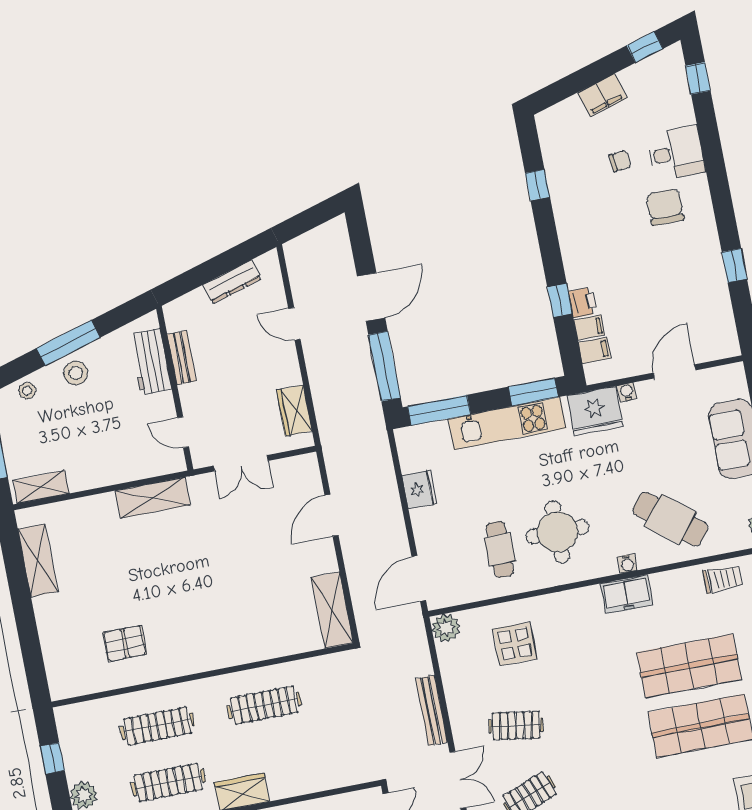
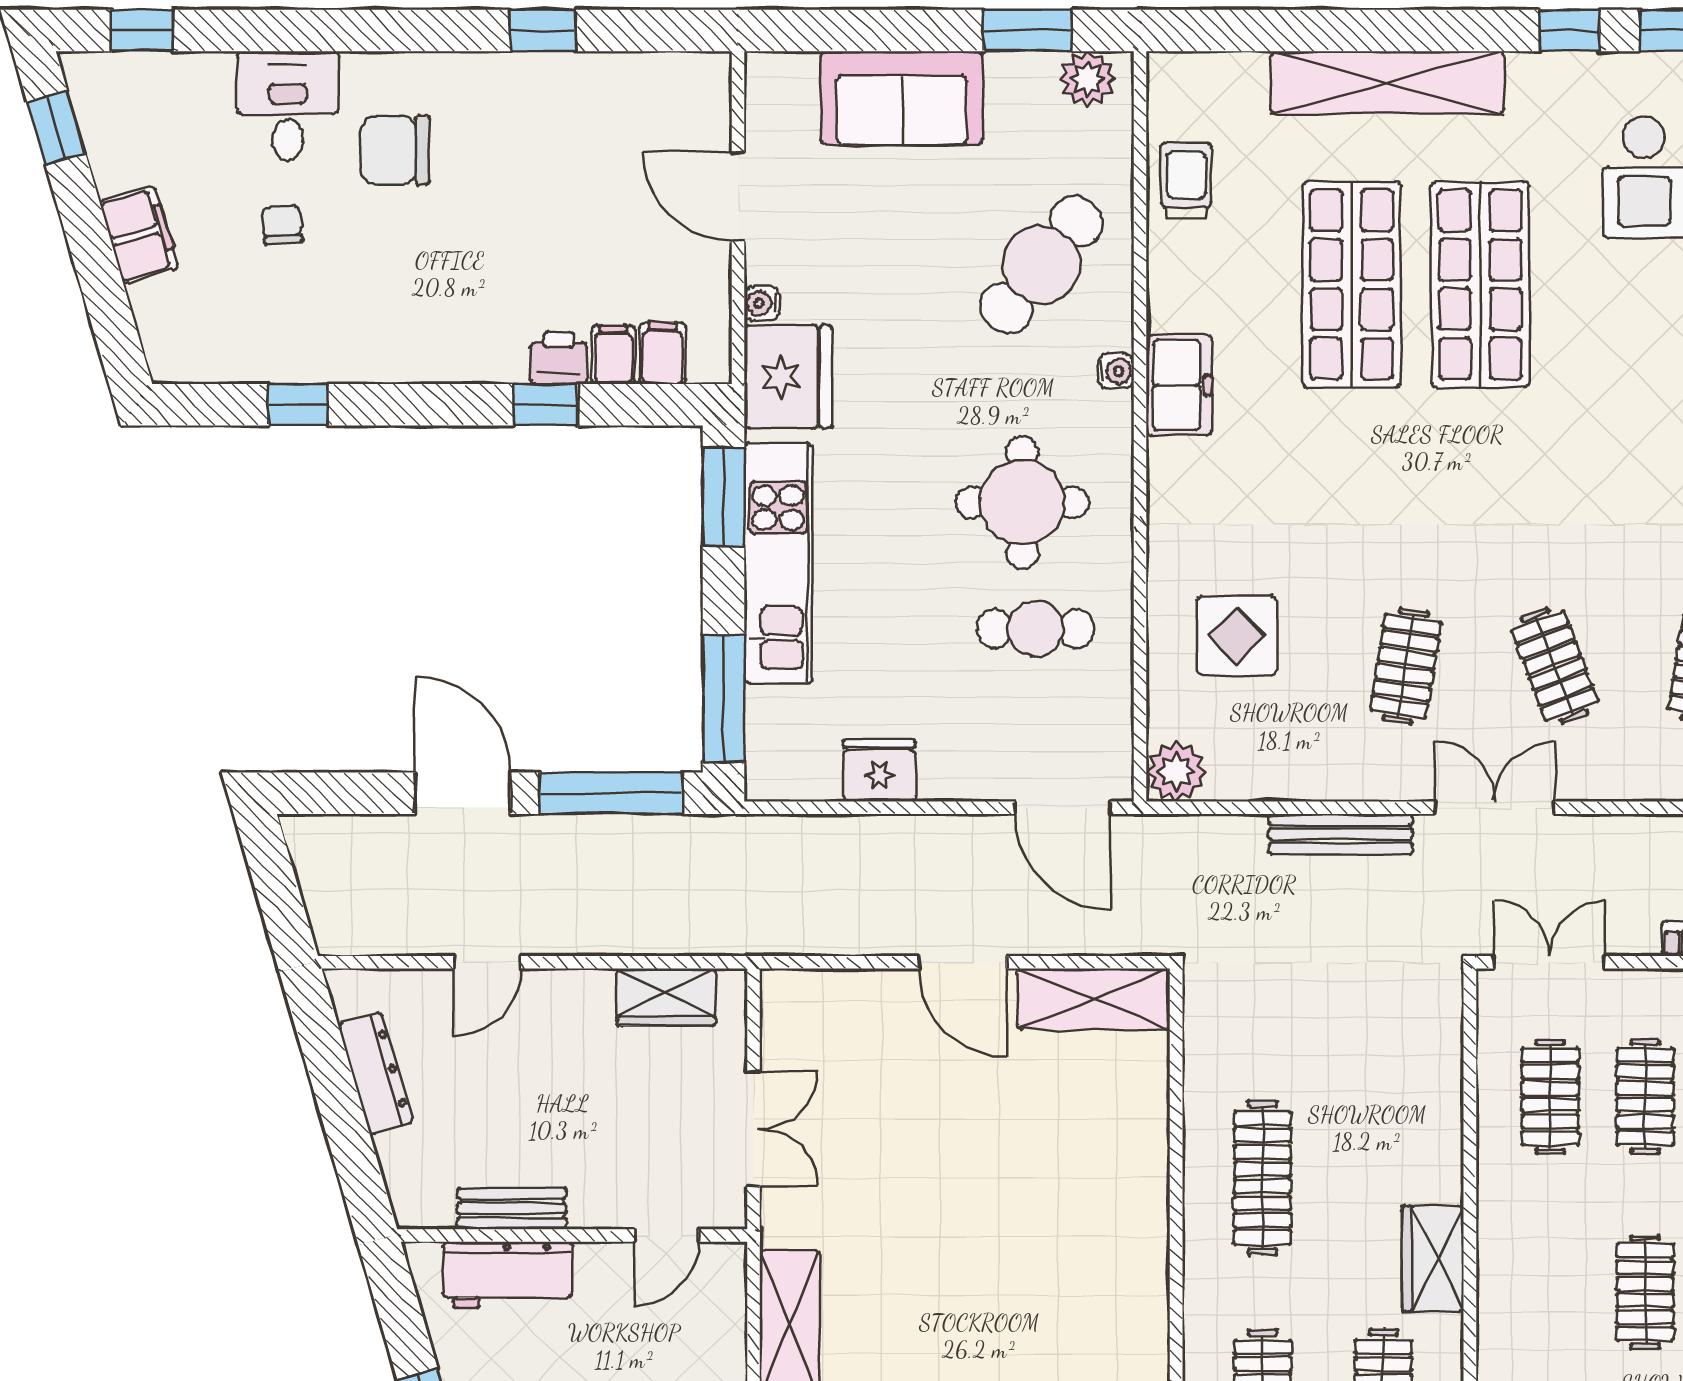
door: (332, 515) -> (963, 962), moved

